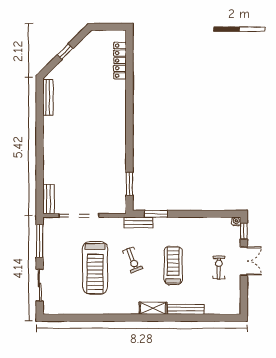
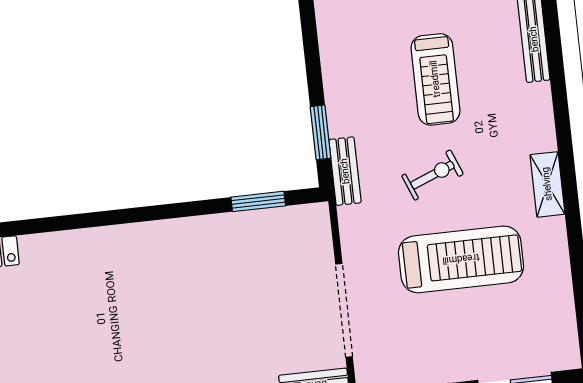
treadmill: (173, 265) -> (435, 79), turned -90
shelving: (153, 308) -> (547, 184), moved

